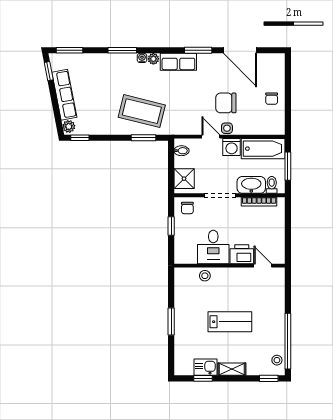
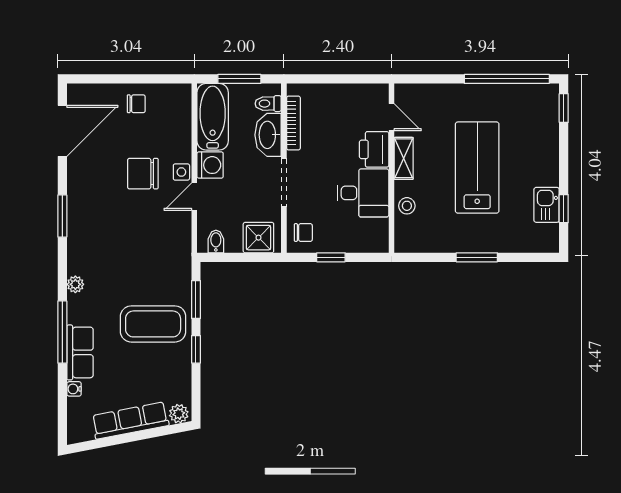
window: (70, 50) -> (62, 413), removed
window: (122, 50) -> (62, 332), width x1.44
door: (240, 50) -> (62, 131), moved
water cooler: (142, 58) -> (74, 389), moved
row of seats: (178, 62) -> (80, 352), moved
window: (49, 71) -> (94, 444), removed
chair: (226, 103) -> (143, 174), turned 90
coffee table: (142, 111) -> (153, 324), moved, turned 76
window: (80, 138) -> (196, 349), moved
door: (263, 266) -> (391, 117), swing flipped
lab bench: (230, 322) -> (477, 168), width x1.36, depth x1.39
stool: (277, 360) -> (536, 96), removed
shelving: (232, 369) -> (404, 158), moved

